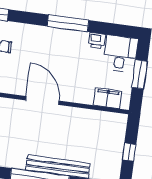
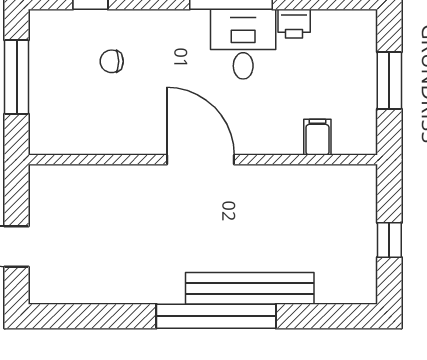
desk: (120, 54) -> (243, 44), moved
filing cabinet: (107, 98) -> (317, 137), width x0.50

